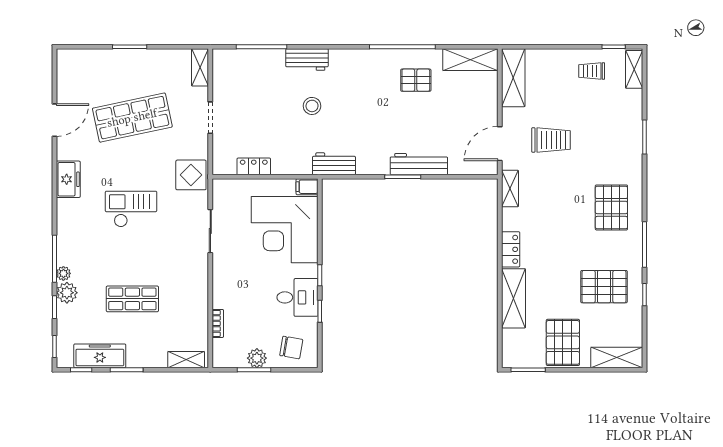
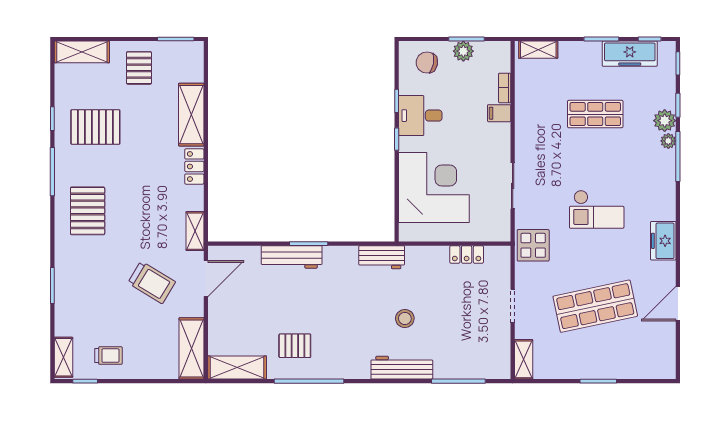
workbench: (307, 60) -> (402, 368), width x1.37
trolley: (551, 140) -> (152, 282), turned -149
filing cabinet: (307, 187) -> (499, 113), moved, turned 180
pallet: (563, 342) -> (139, 68), width x0.67, depth x0.71

